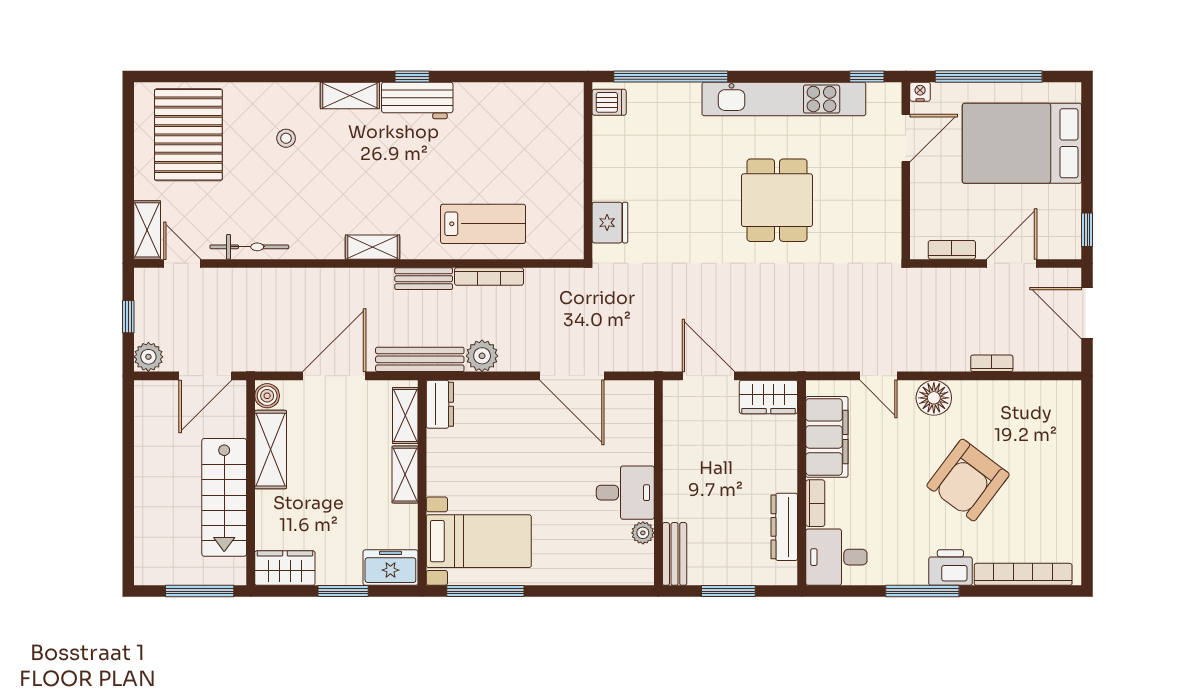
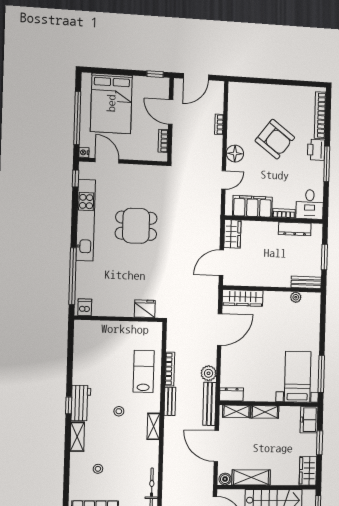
stool: (402, 176) -> (119, 411), added
wardrobe: (638, 422) -> (243, 298), added
desk: (625, 493) -> (276, 305), removed

